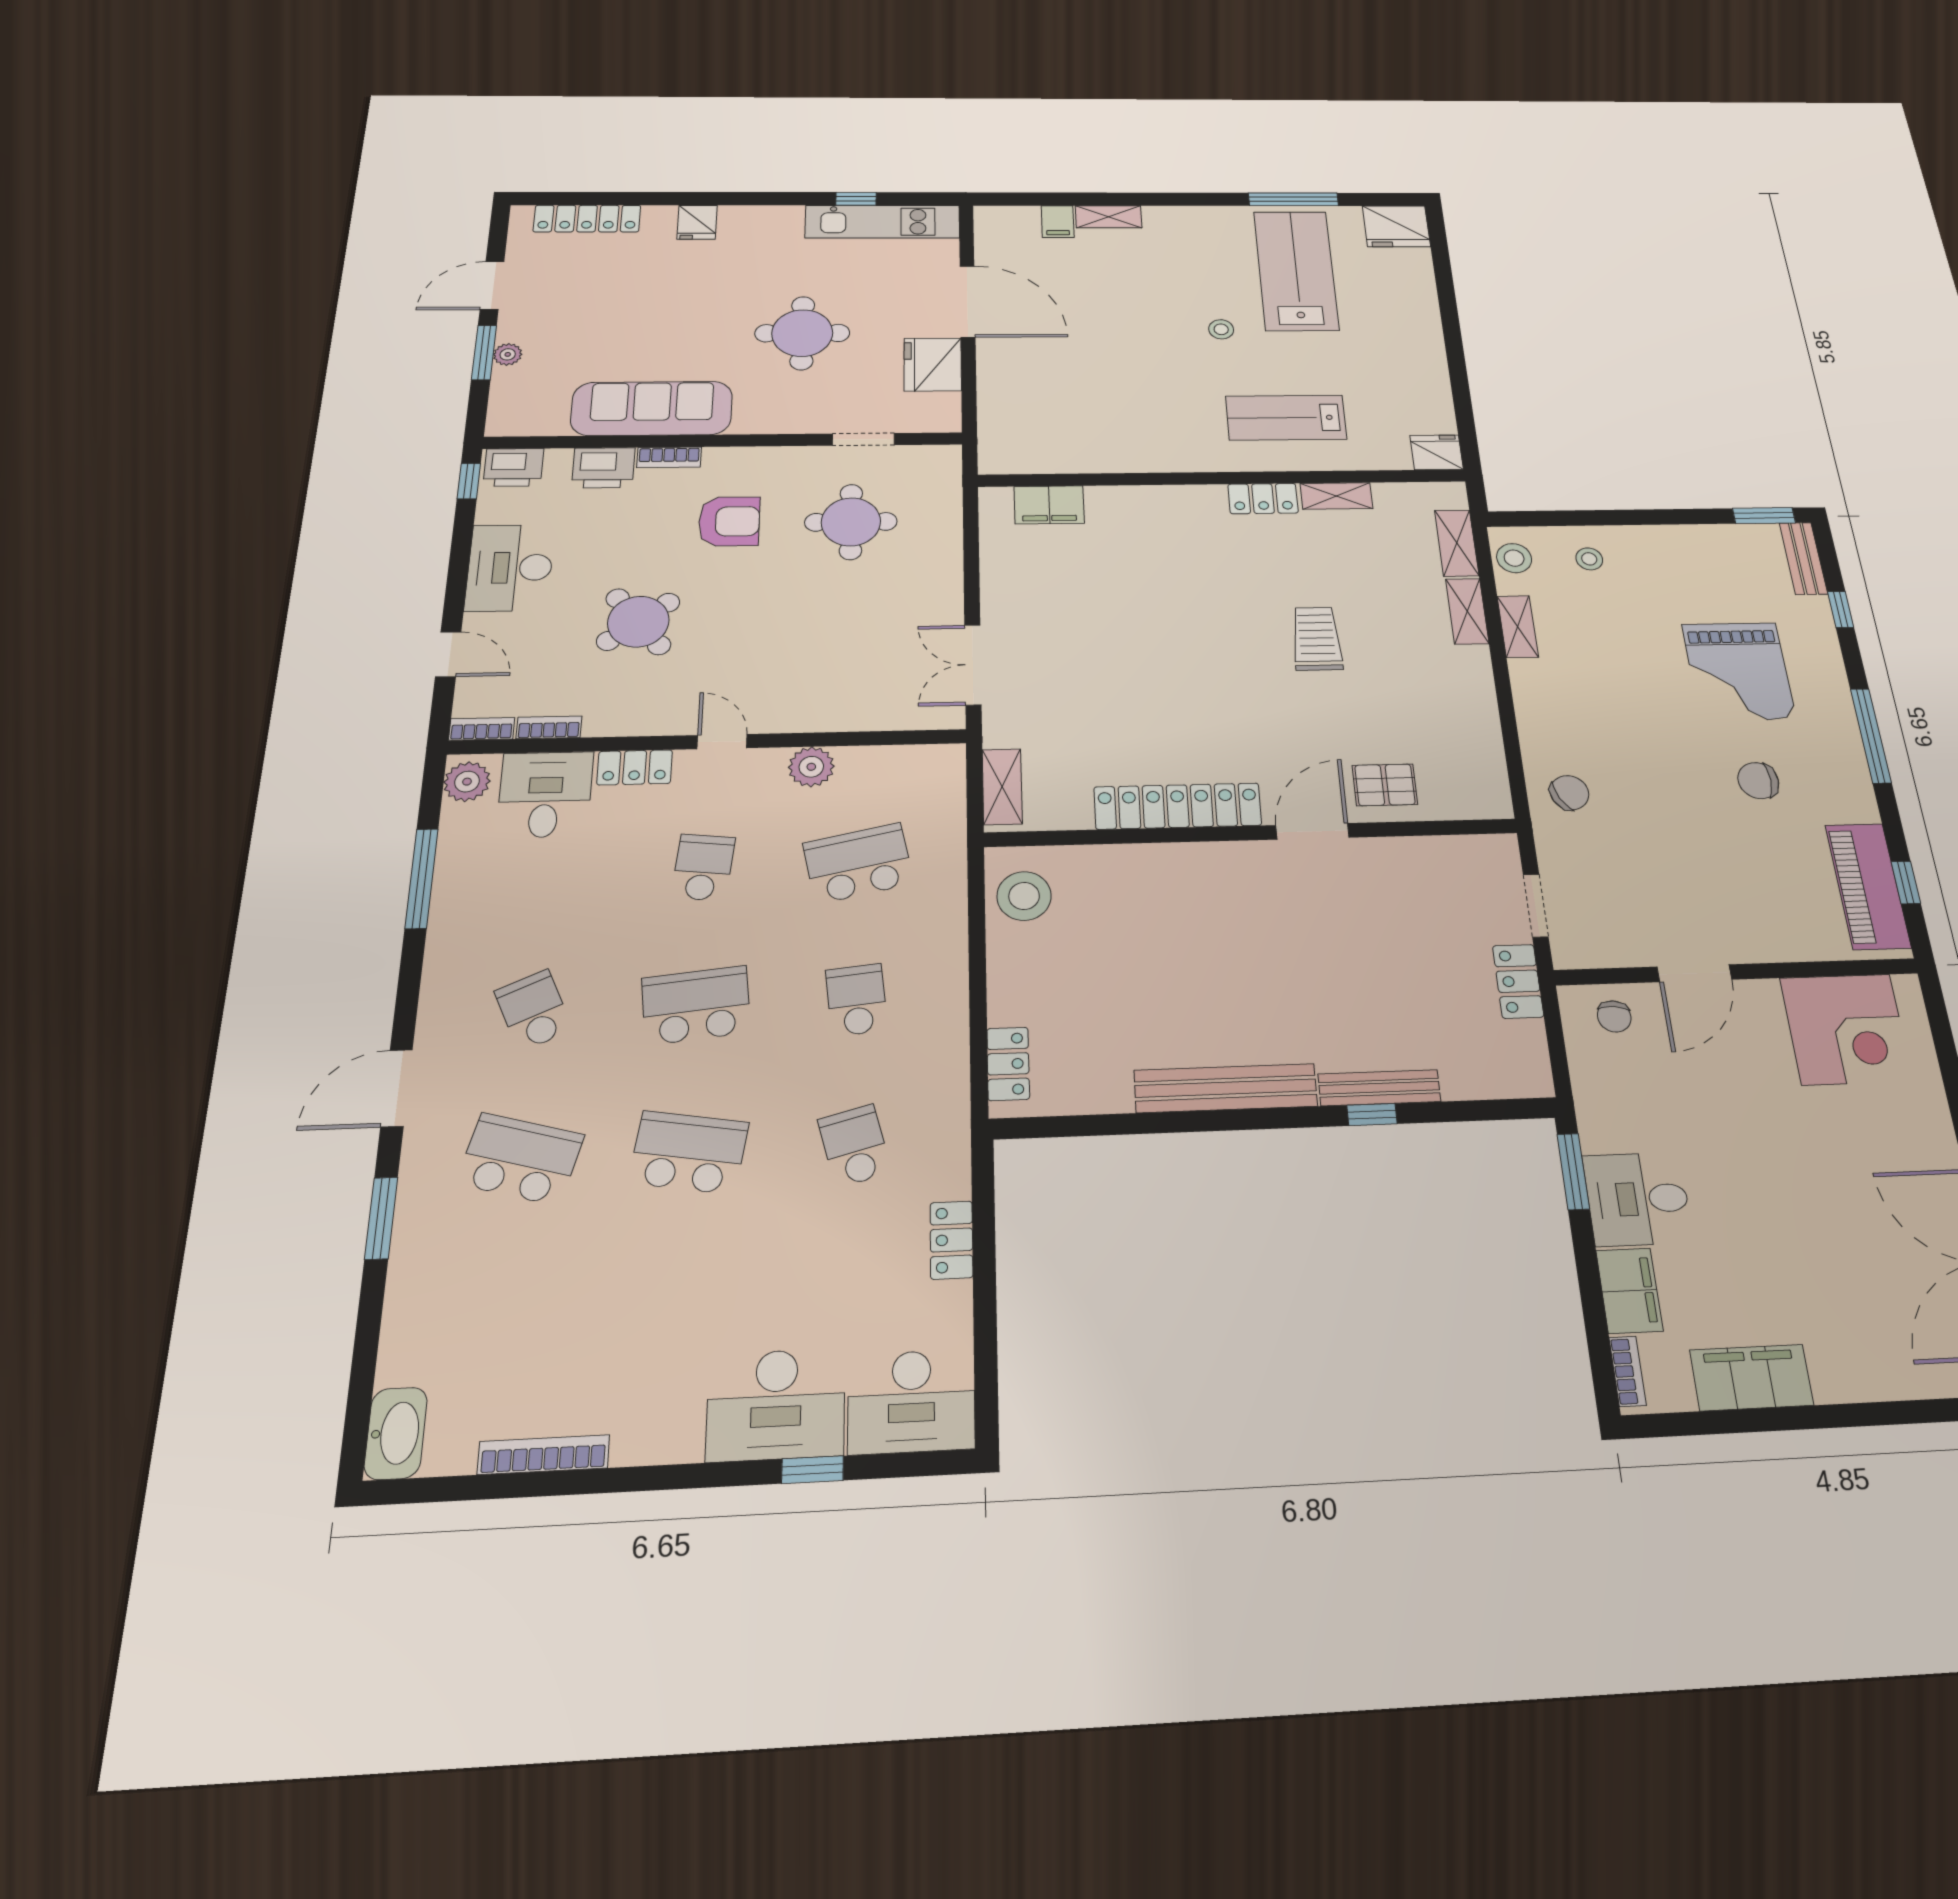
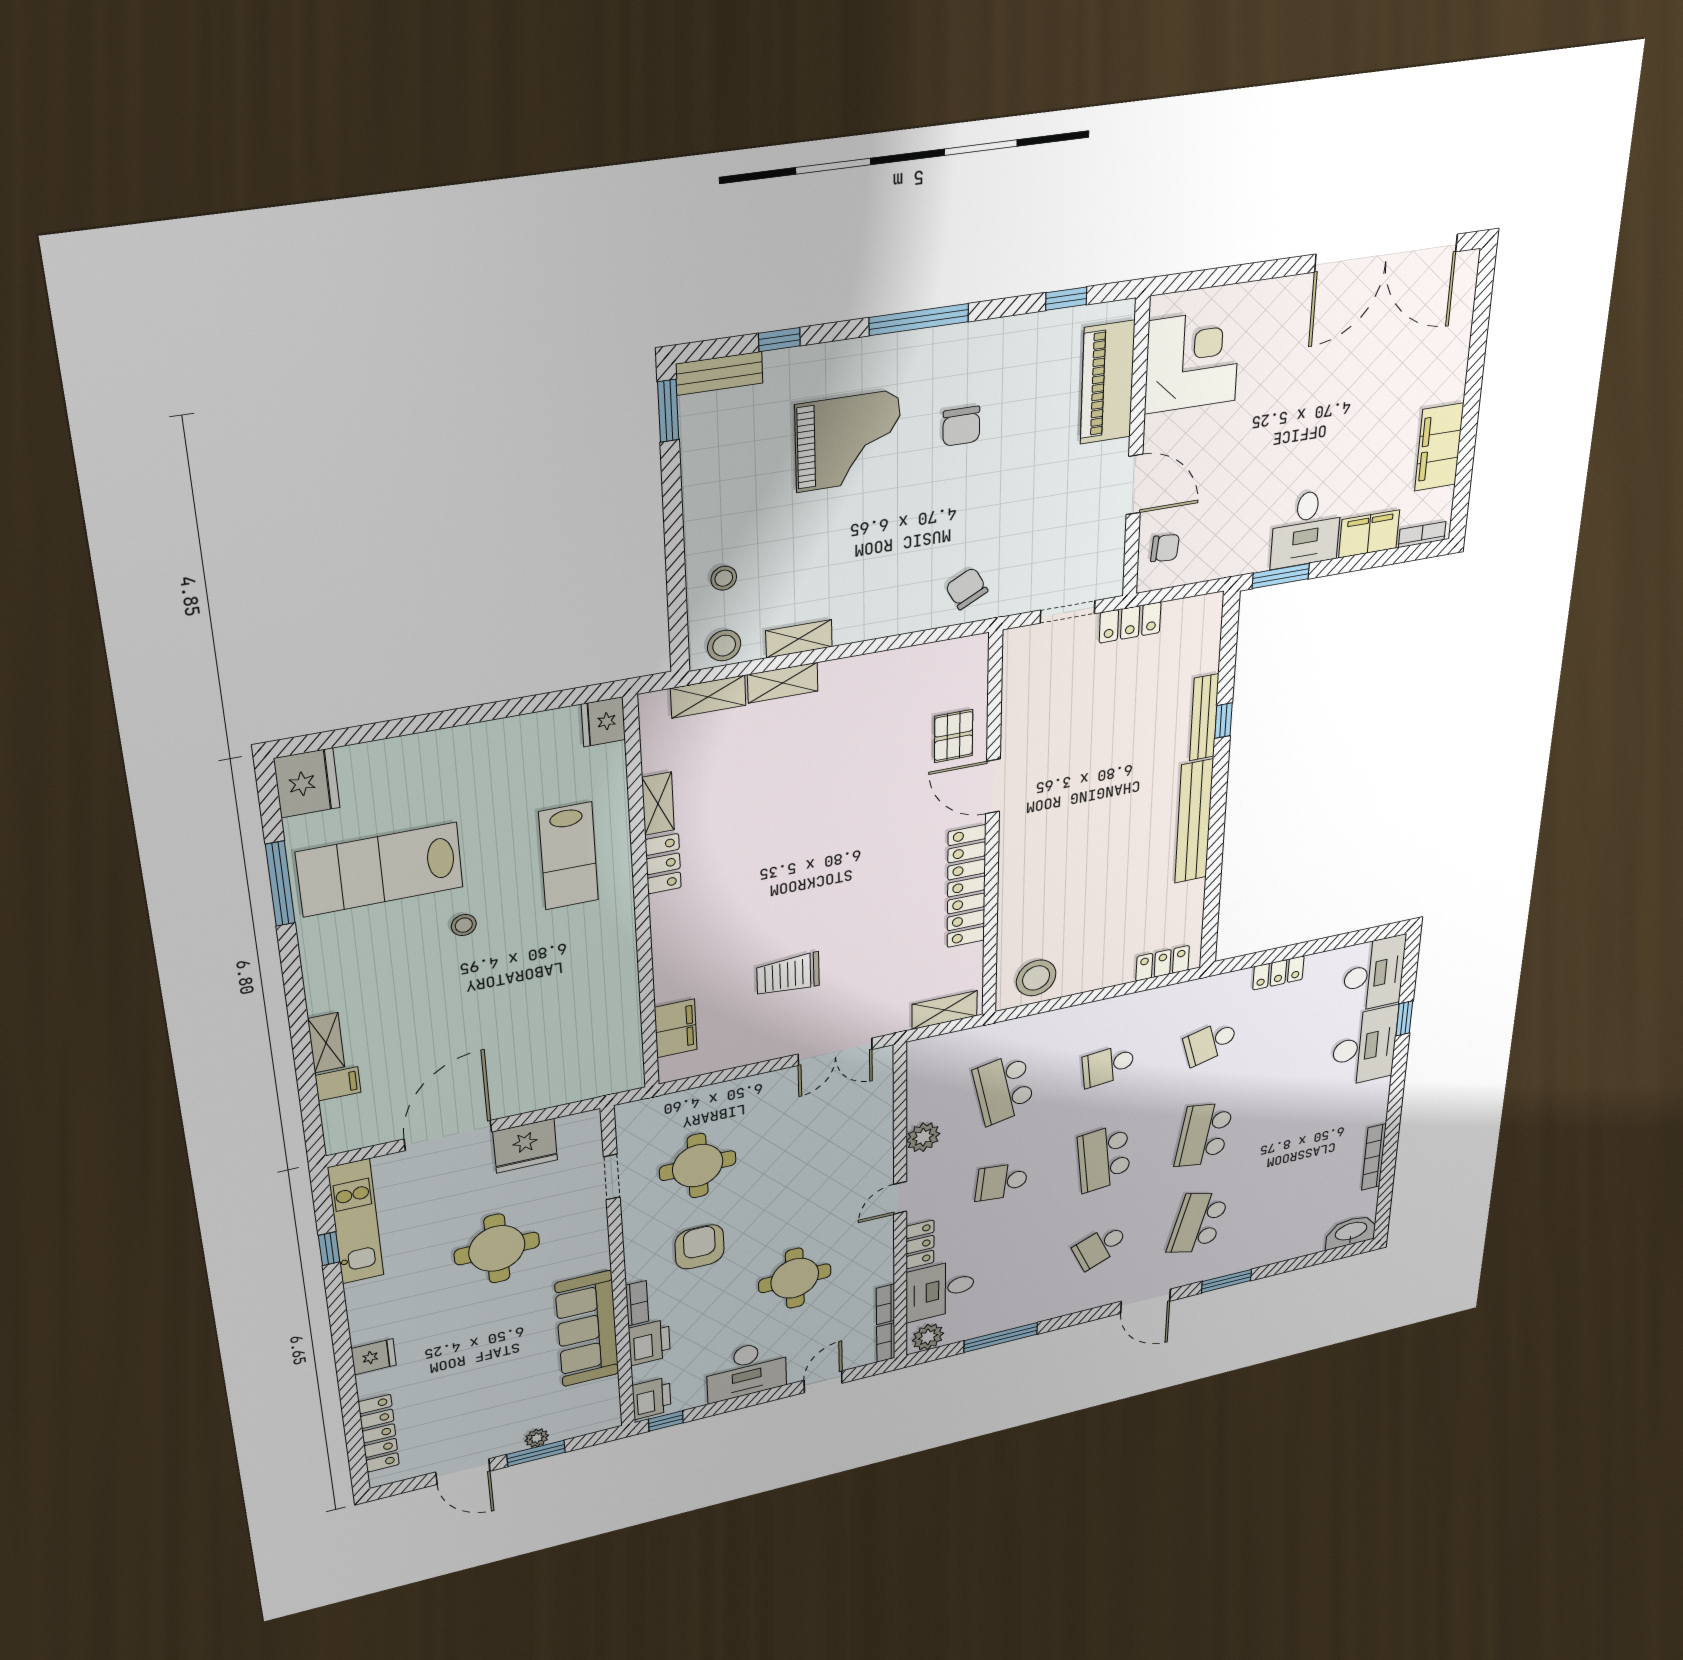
round table: (638, 622) -> (795, 1278), turned 38
trolley: (1317, 639) -> (788, 975), moved
piano: (1868, 886) -> (1108, 382), moved, turned 90

